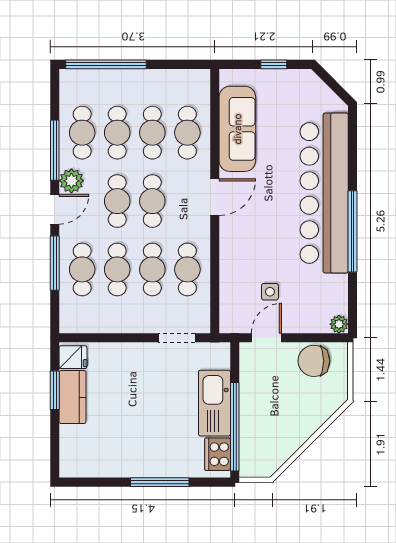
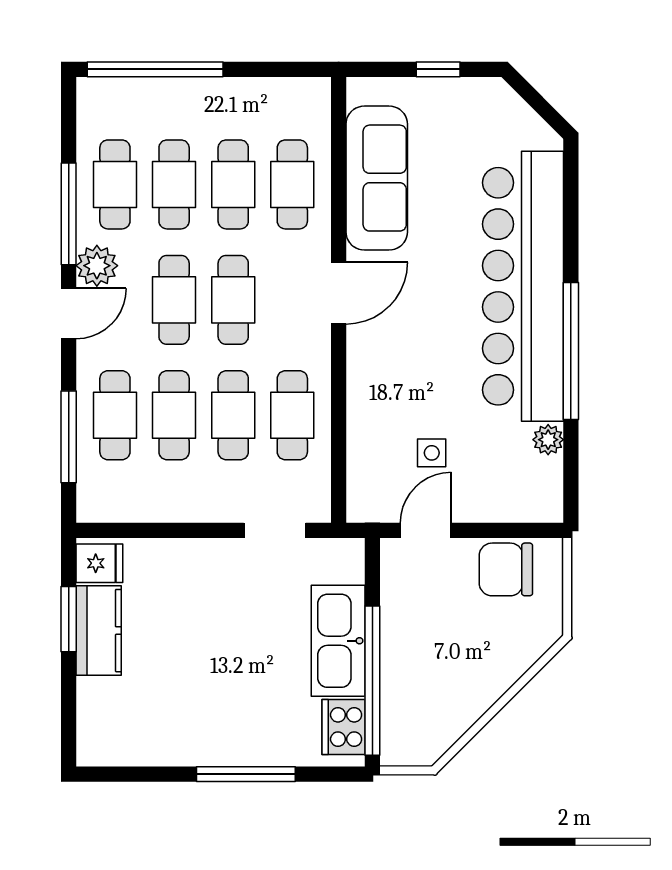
window: (55, 263) -> (69, 437), moved
plant: (339, 324) -> (548, 440), moved

